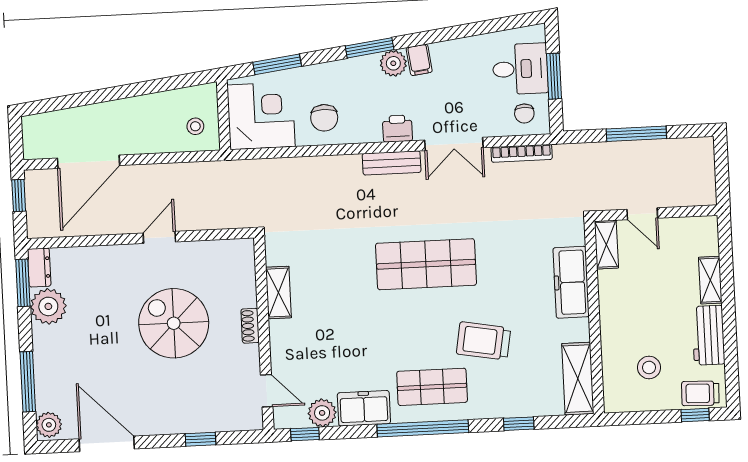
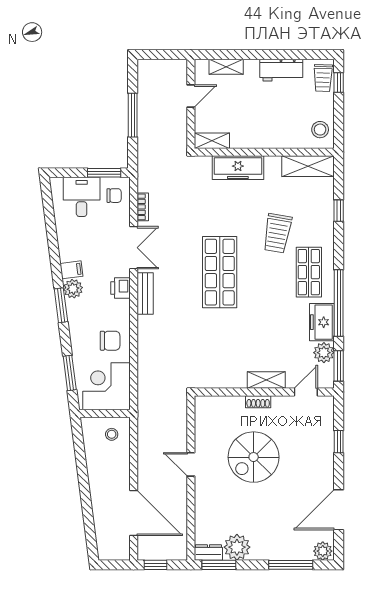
window: (554, 76) -> (104, 173), moved
bookcase: (522, 153) -> (143, 207), width x0.64
door: (642, 214) -> (191, 96), moved
shelving: (710, 280) -> (226, 67), moved
shelving: (278, 293) -> (266, 380), moved
stool: (649, 367) -> (320, 130), moved
window: (423, 428) -> (339, 303), moved
window: (305, 434) -> (339, 366), width x1.50

